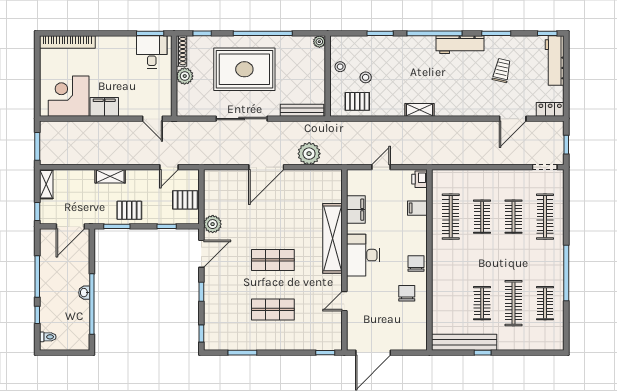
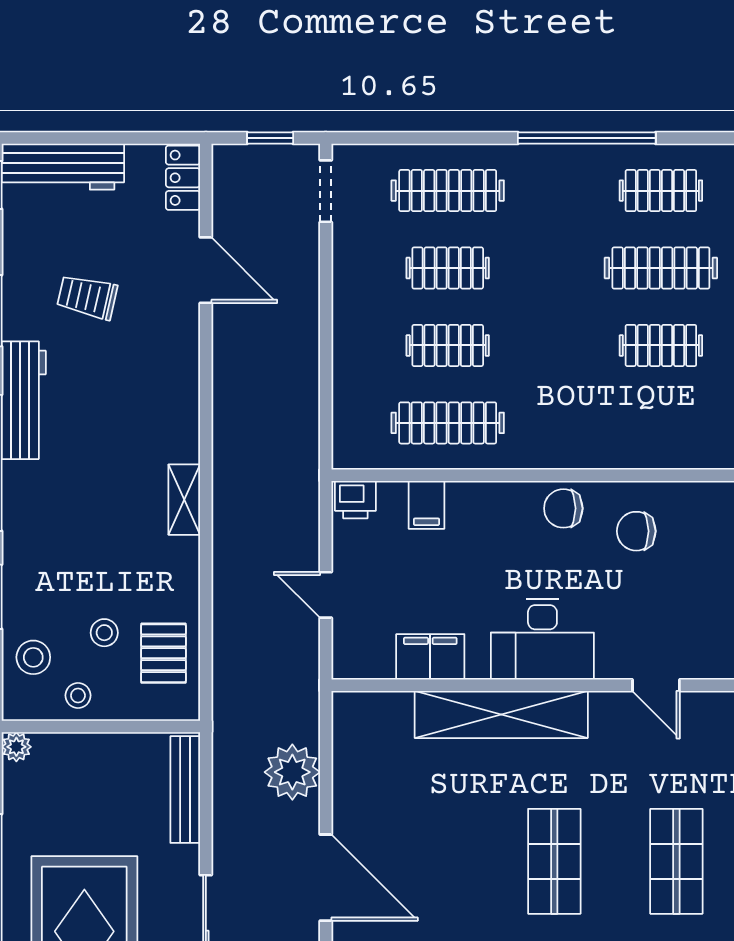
stool: (356, 49) -> (33, 657), added

